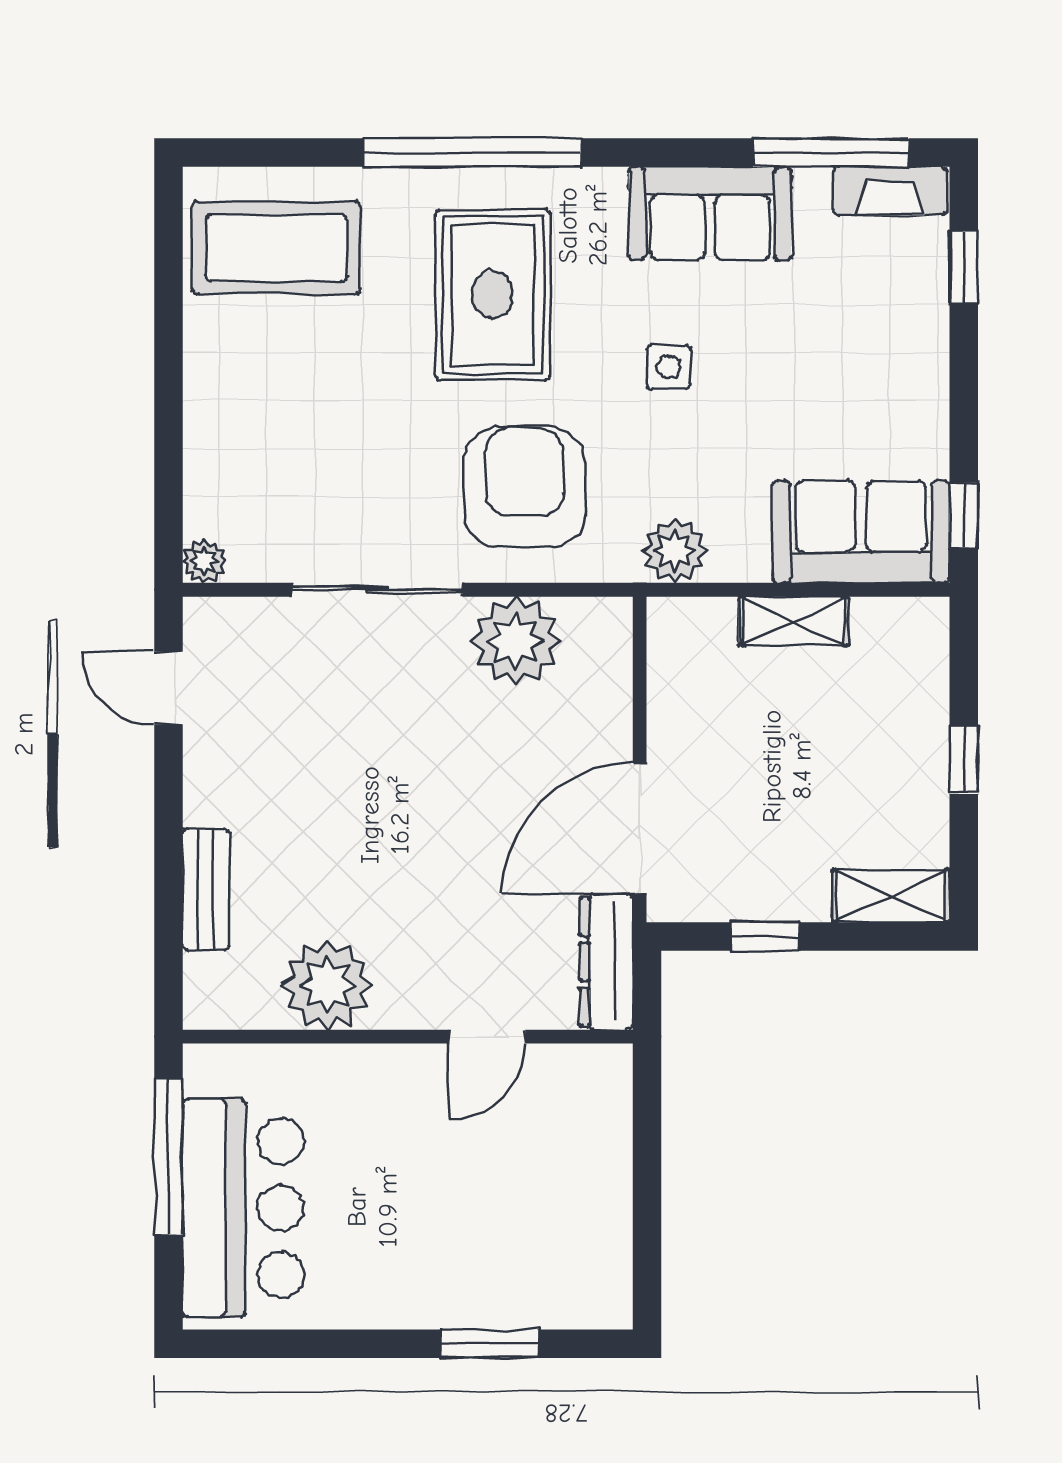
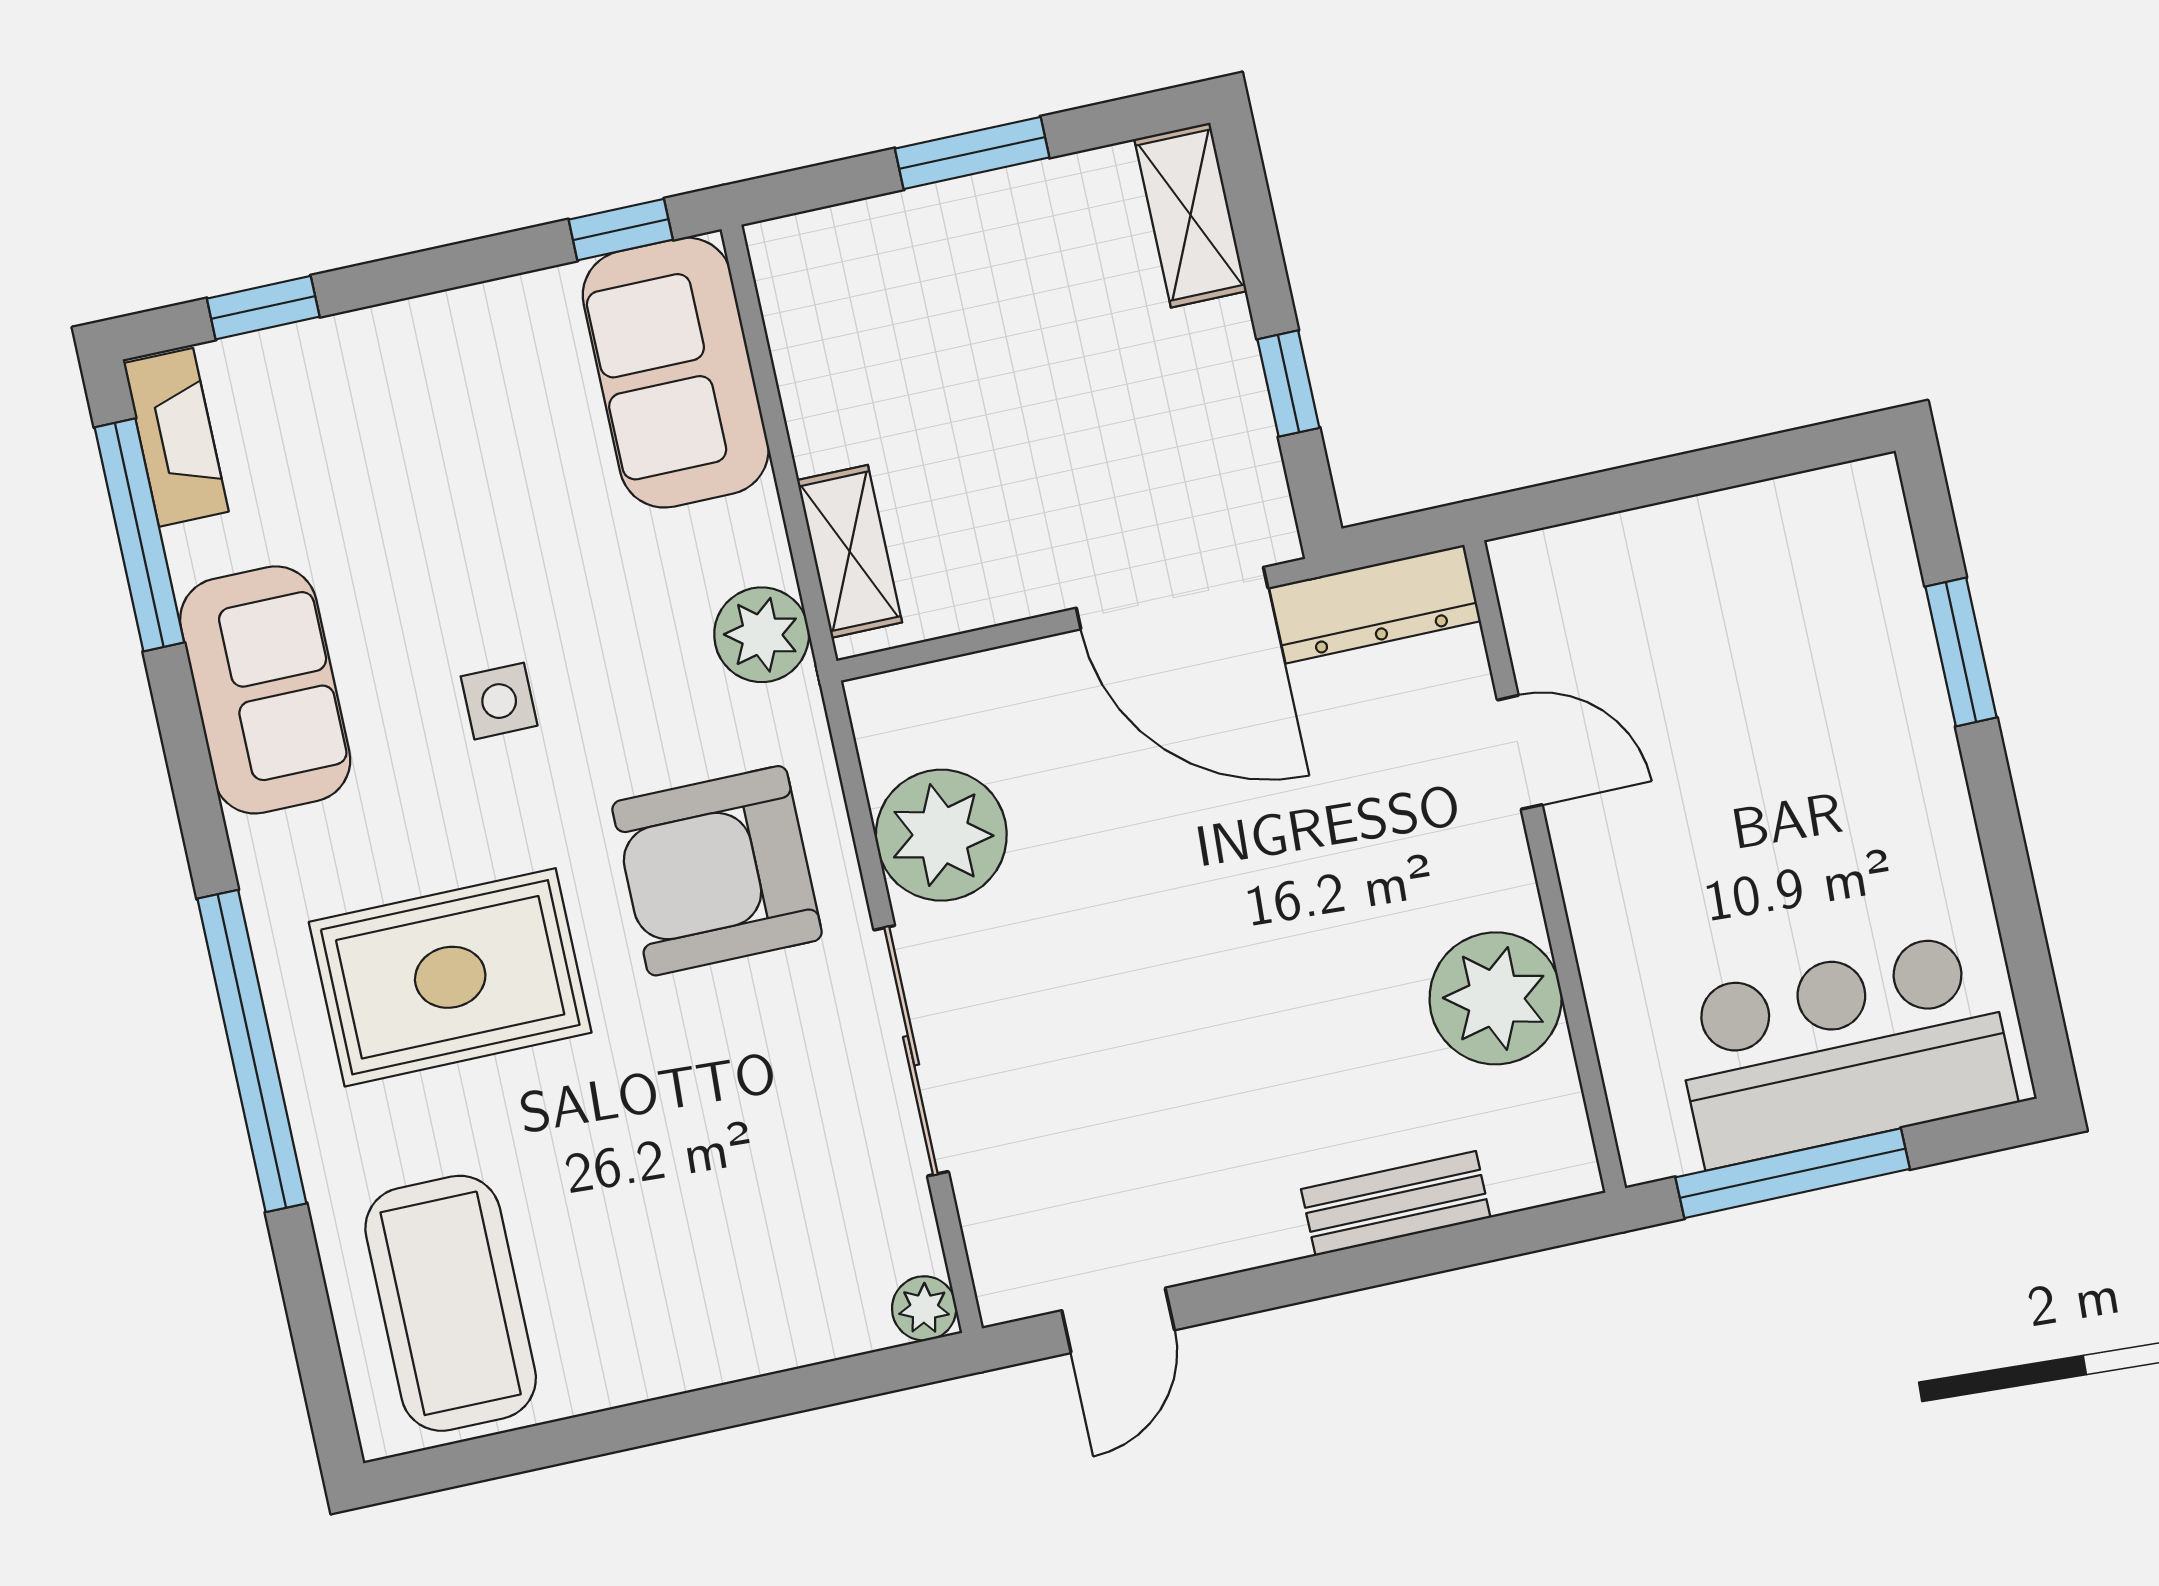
shelving: (794, 621) -> (850, 551), moved
window: (964, 760) -> (972, 153), width x1.50

